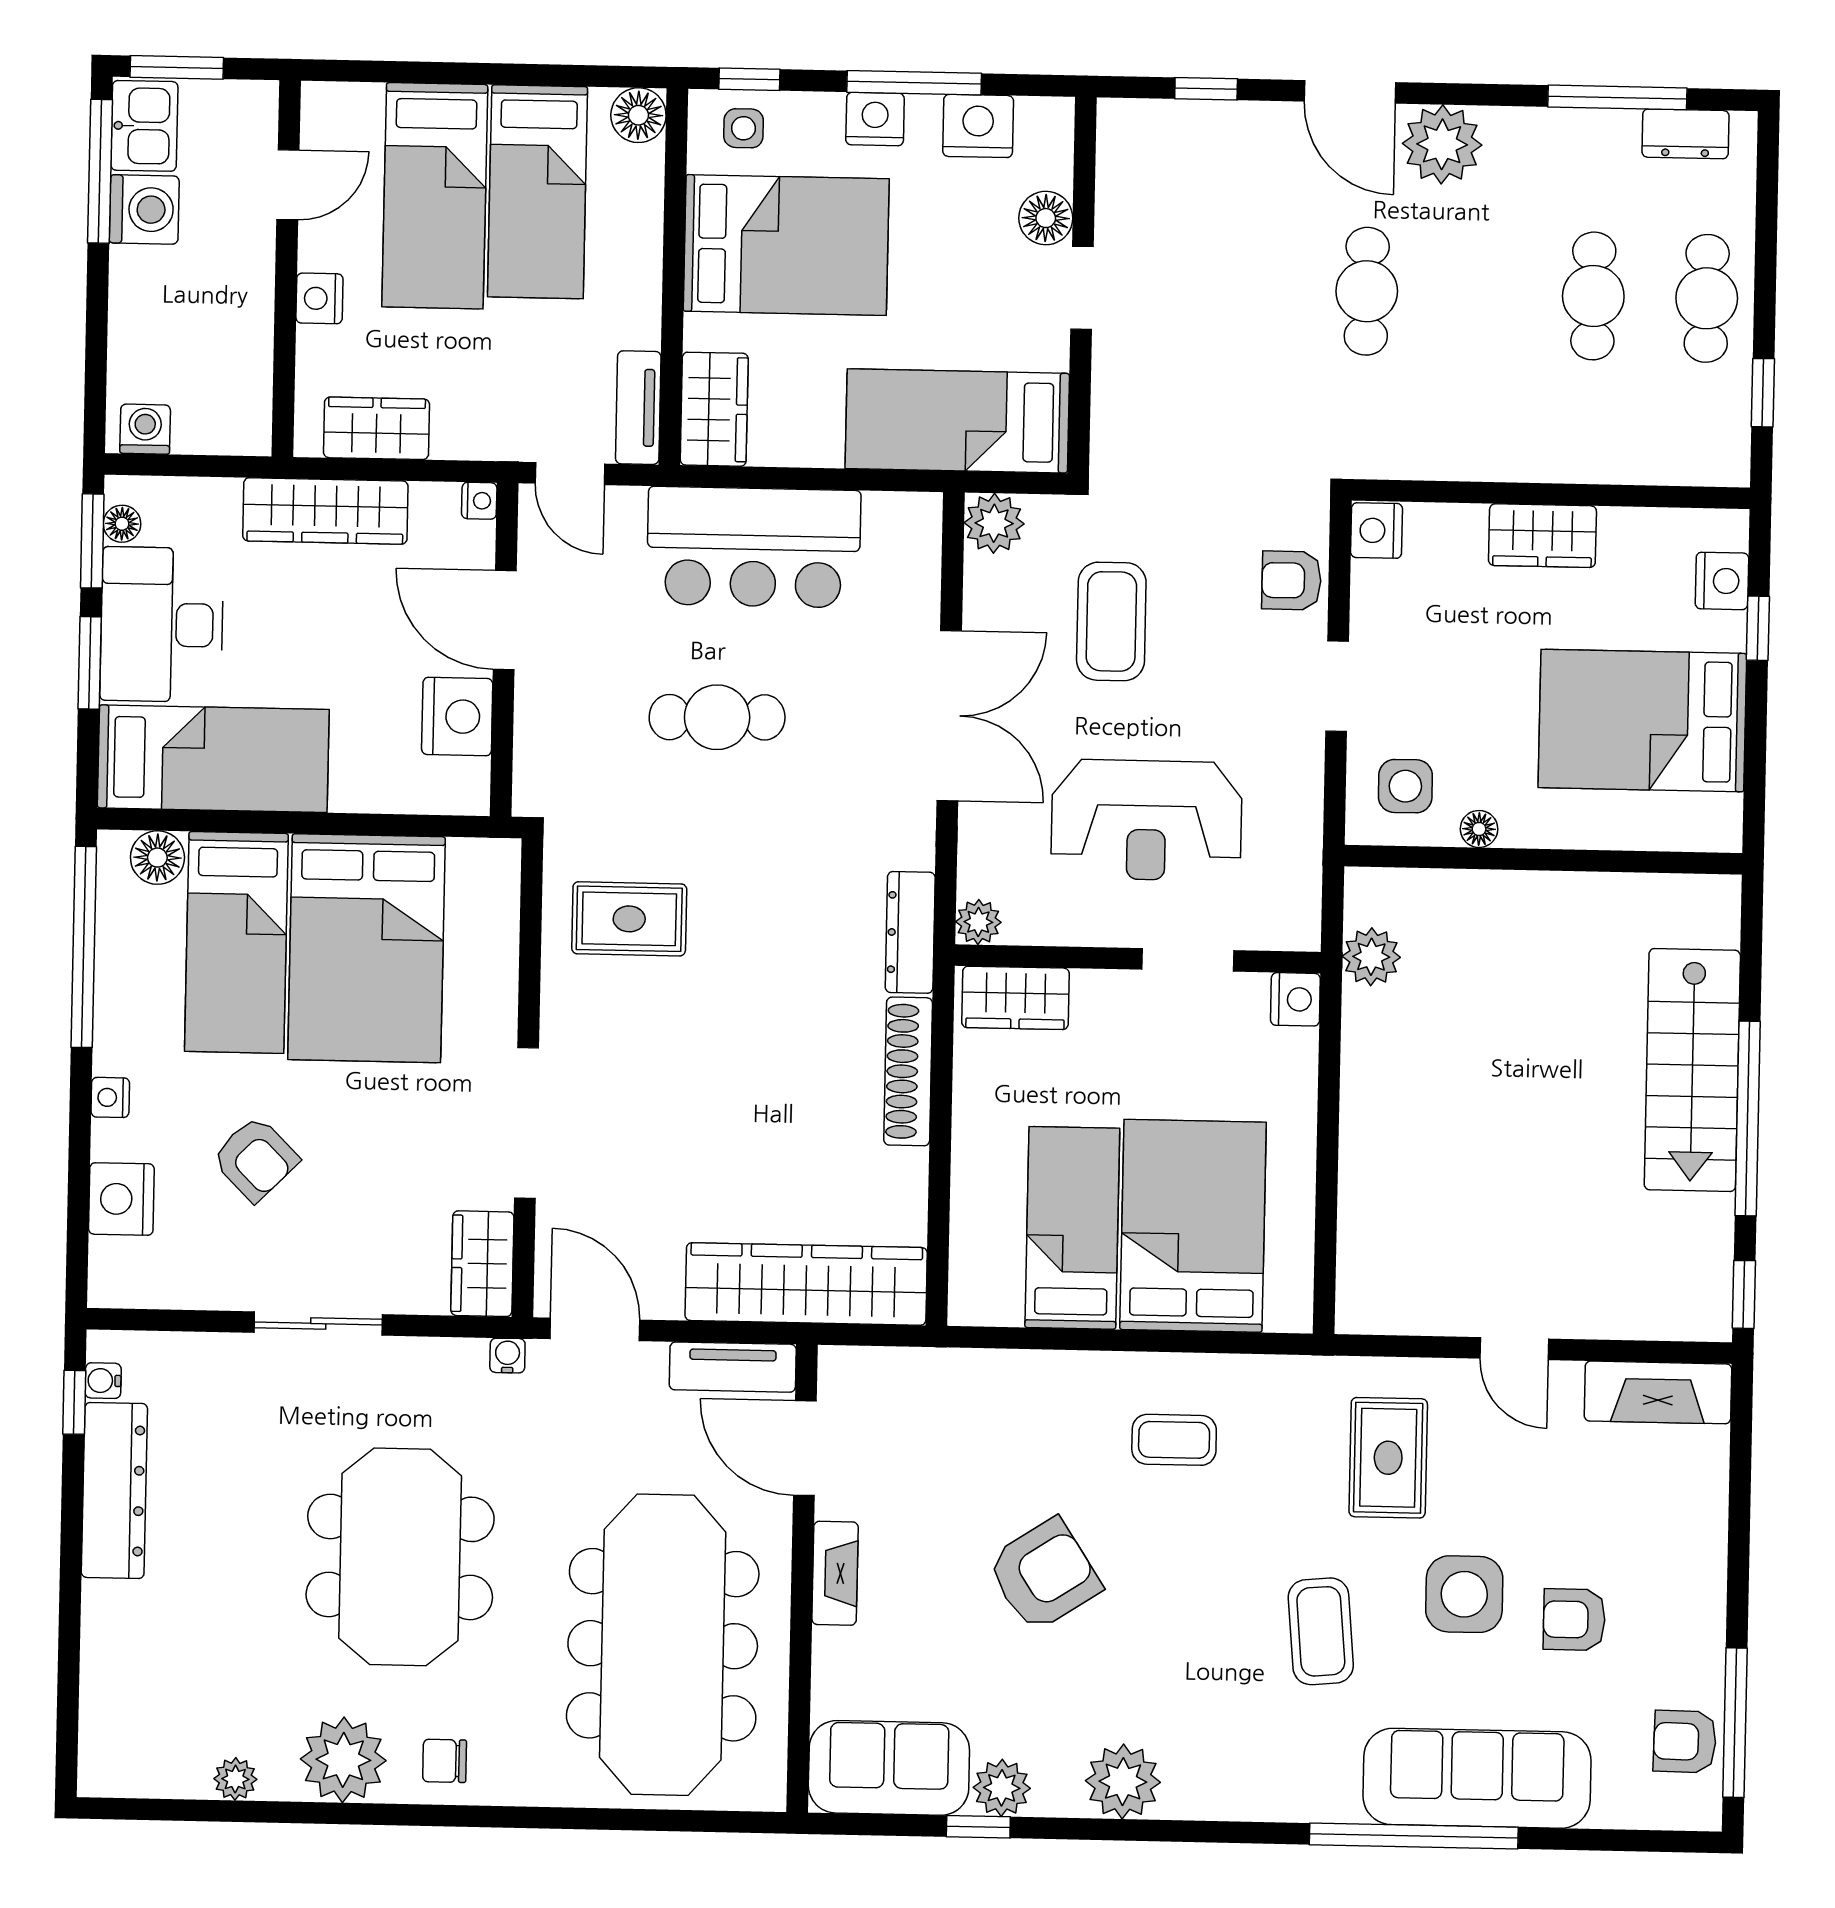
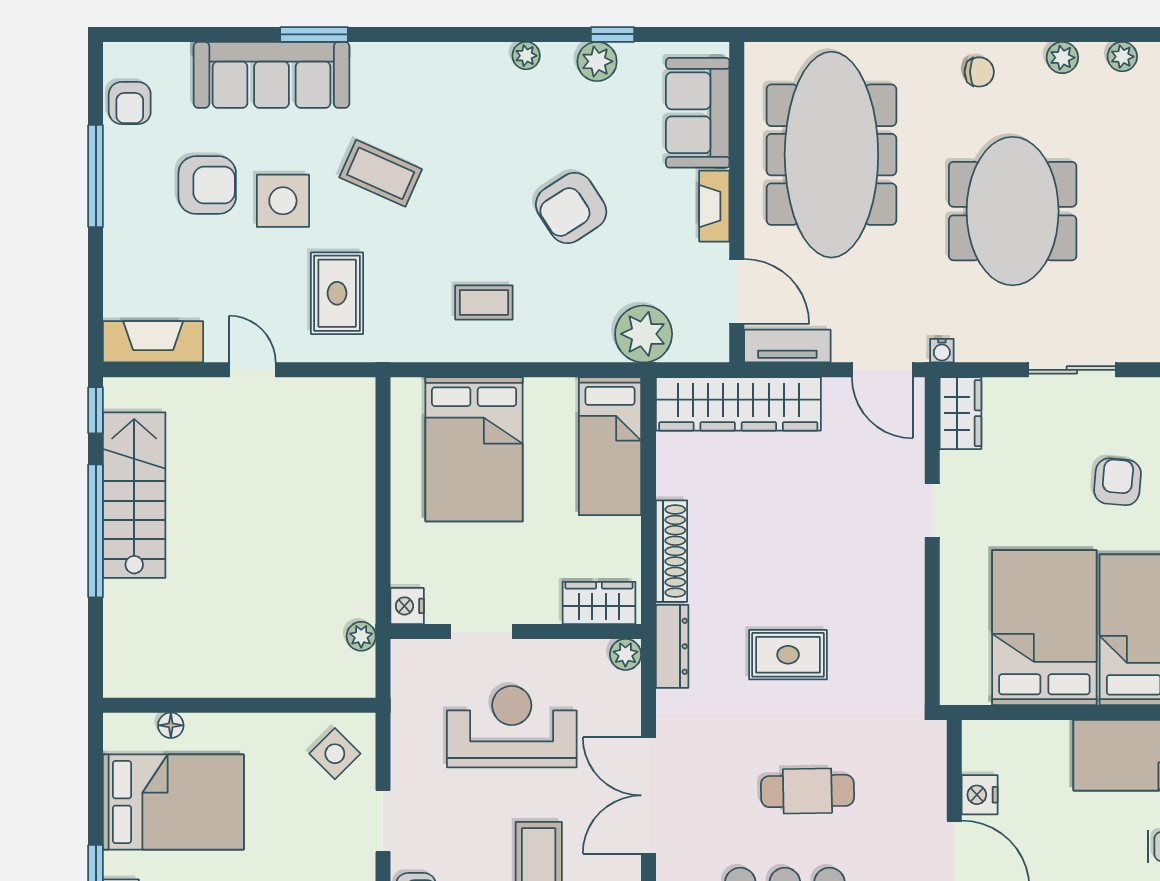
nightstand: (457, 716) -> (980, 795), width x0.74, depth x0.75
side table: (1405, 786) -> (335, 754), turned 45
floor lamp: (1479, 829) -> (171, 725), moved
rug: (629, 919) -> (788, 655), moved
plant: (1371, 957) -> (361, 636), width x0.73, depth x0.73
stairs: (1692, 1070) -> (134, 495), moved
doorway: (527, 1123) -> (932, 510), width x0.53
armchair: (255, 1159) -> (1117, 482), turned 50
bed: (1072, 1228) -> (610, 446), moved
plant: (942, 1389) -> (644, 334), added
armchair: (1574, 1620) -> (207, 185), width x1.38, depth x1.38
coffee table: (1321, 1631) -> (381, 173), turned -61
window: (1735, 1723) -> (96, 176), moved
armchair: (1685, 1742) -> (130, 103), turned 89
plant: (343, 1760) -> (1062, 58), width x0.53, depth x0.53
sofa: (889, 1768) -> (698, 113), moved, turned 90
plant: (1123, 1782) -> (526, 56), width x0.53, depth x0.53
window: (1414, 1836) -> (314, 34), width x0.47

